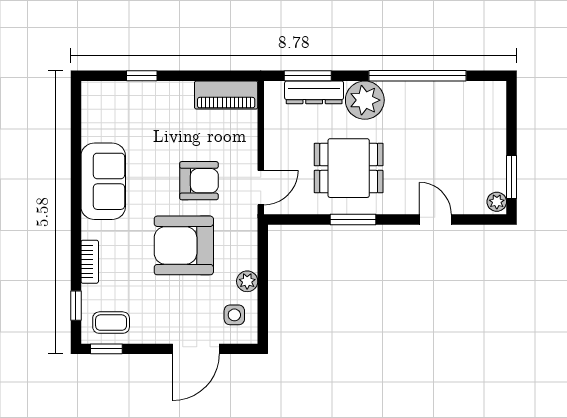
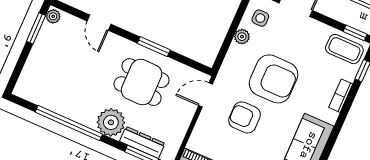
coffee table: (111, 323) -> (344, 49), width x1.36, depth x1.30

